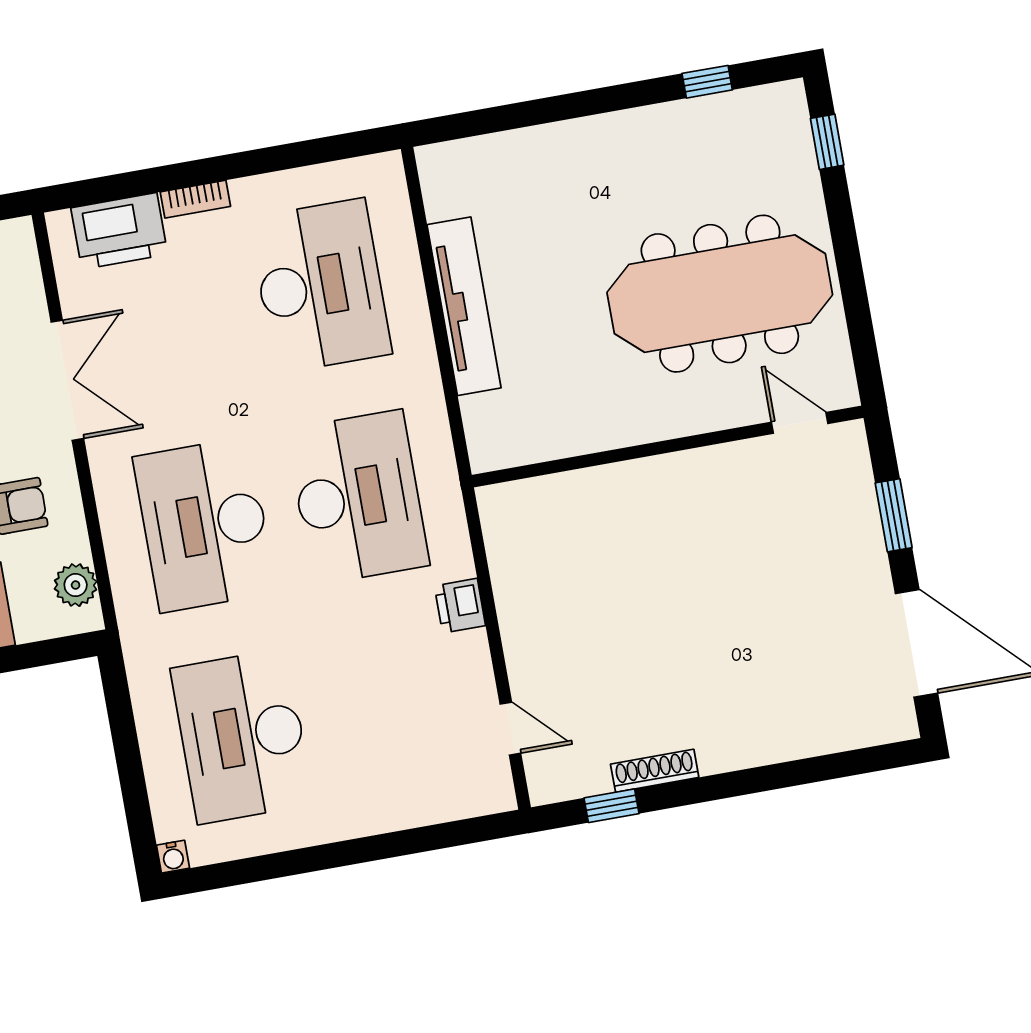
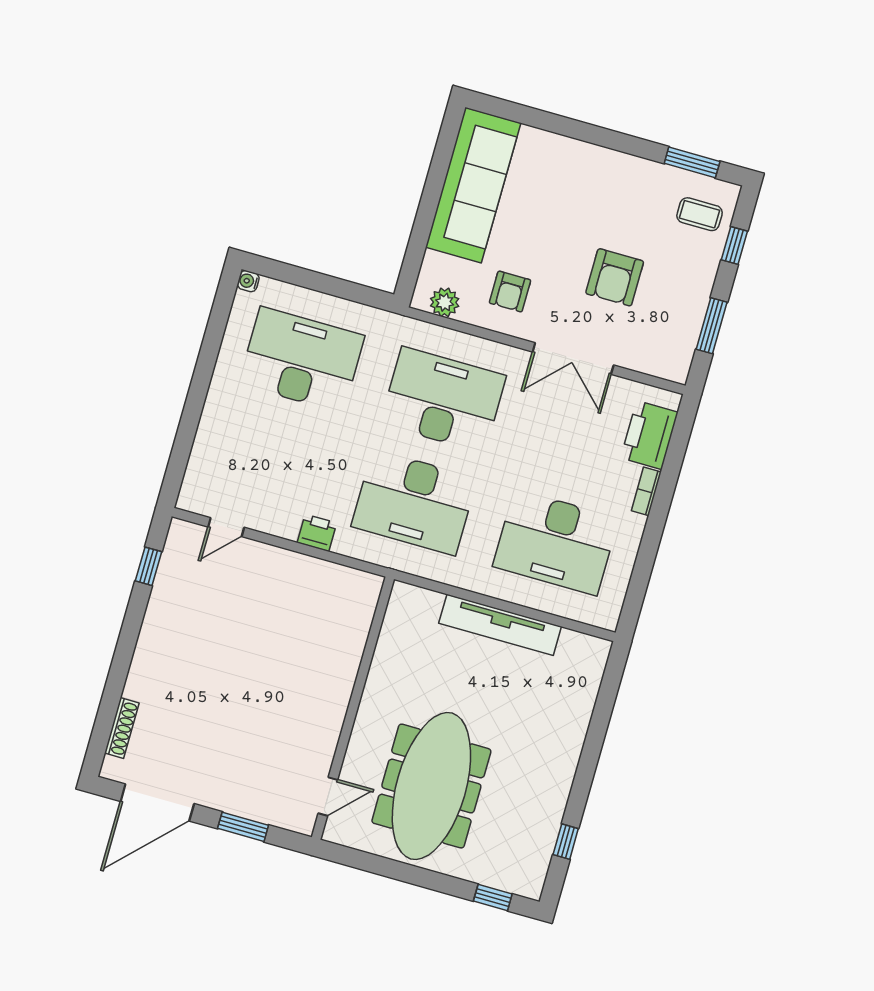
shoe rack: (655, 771) -> (122, 728), moved

